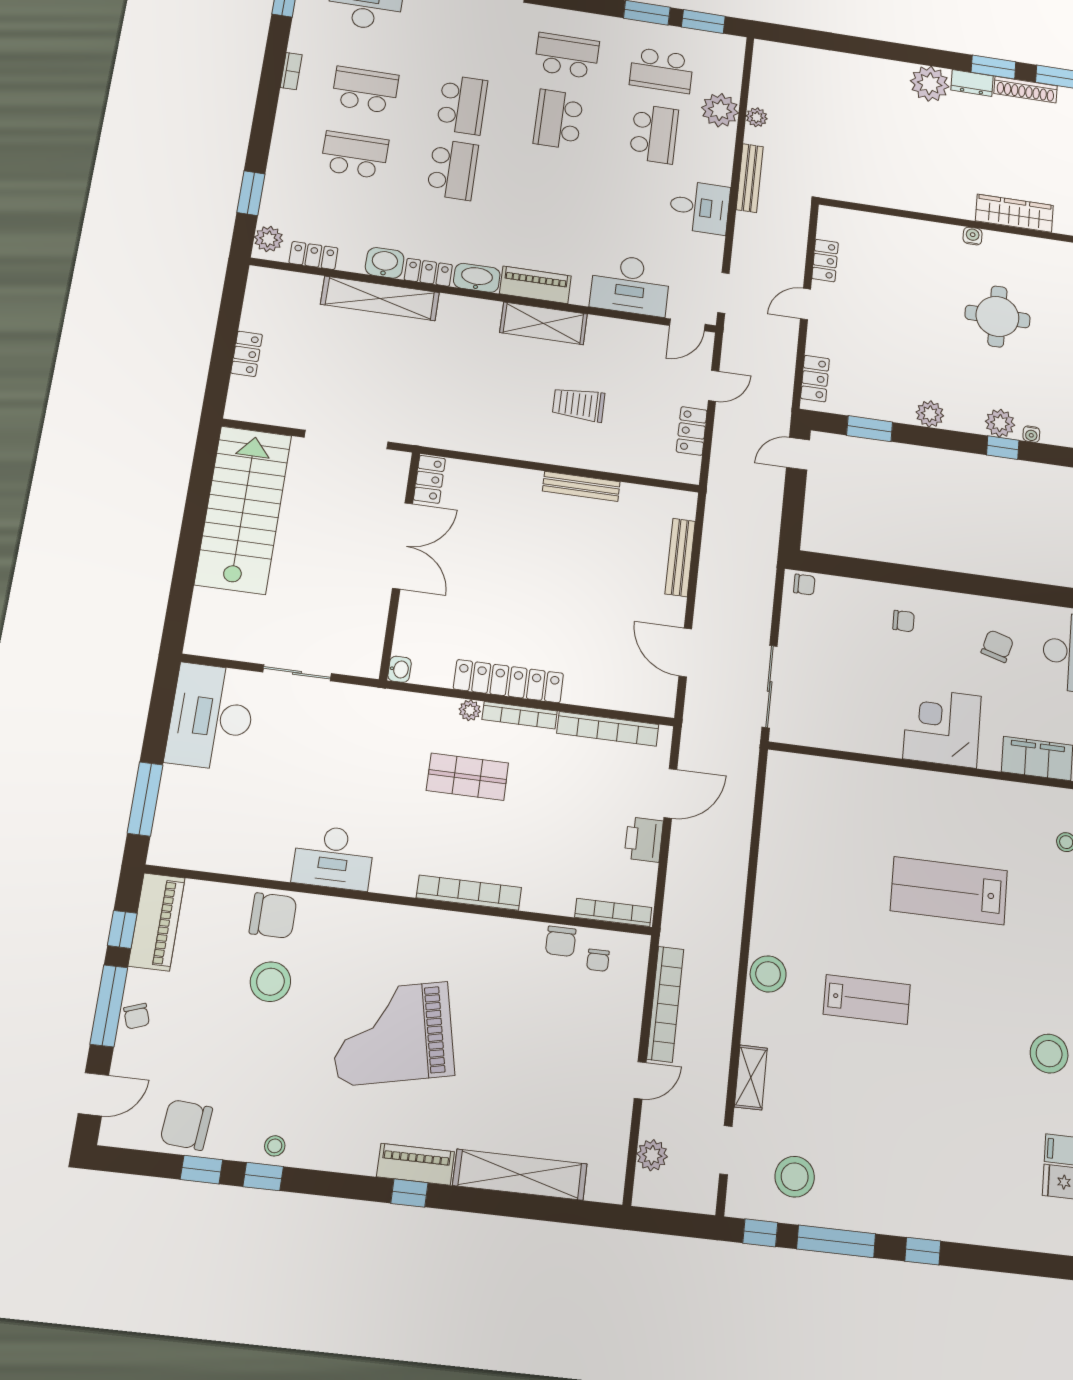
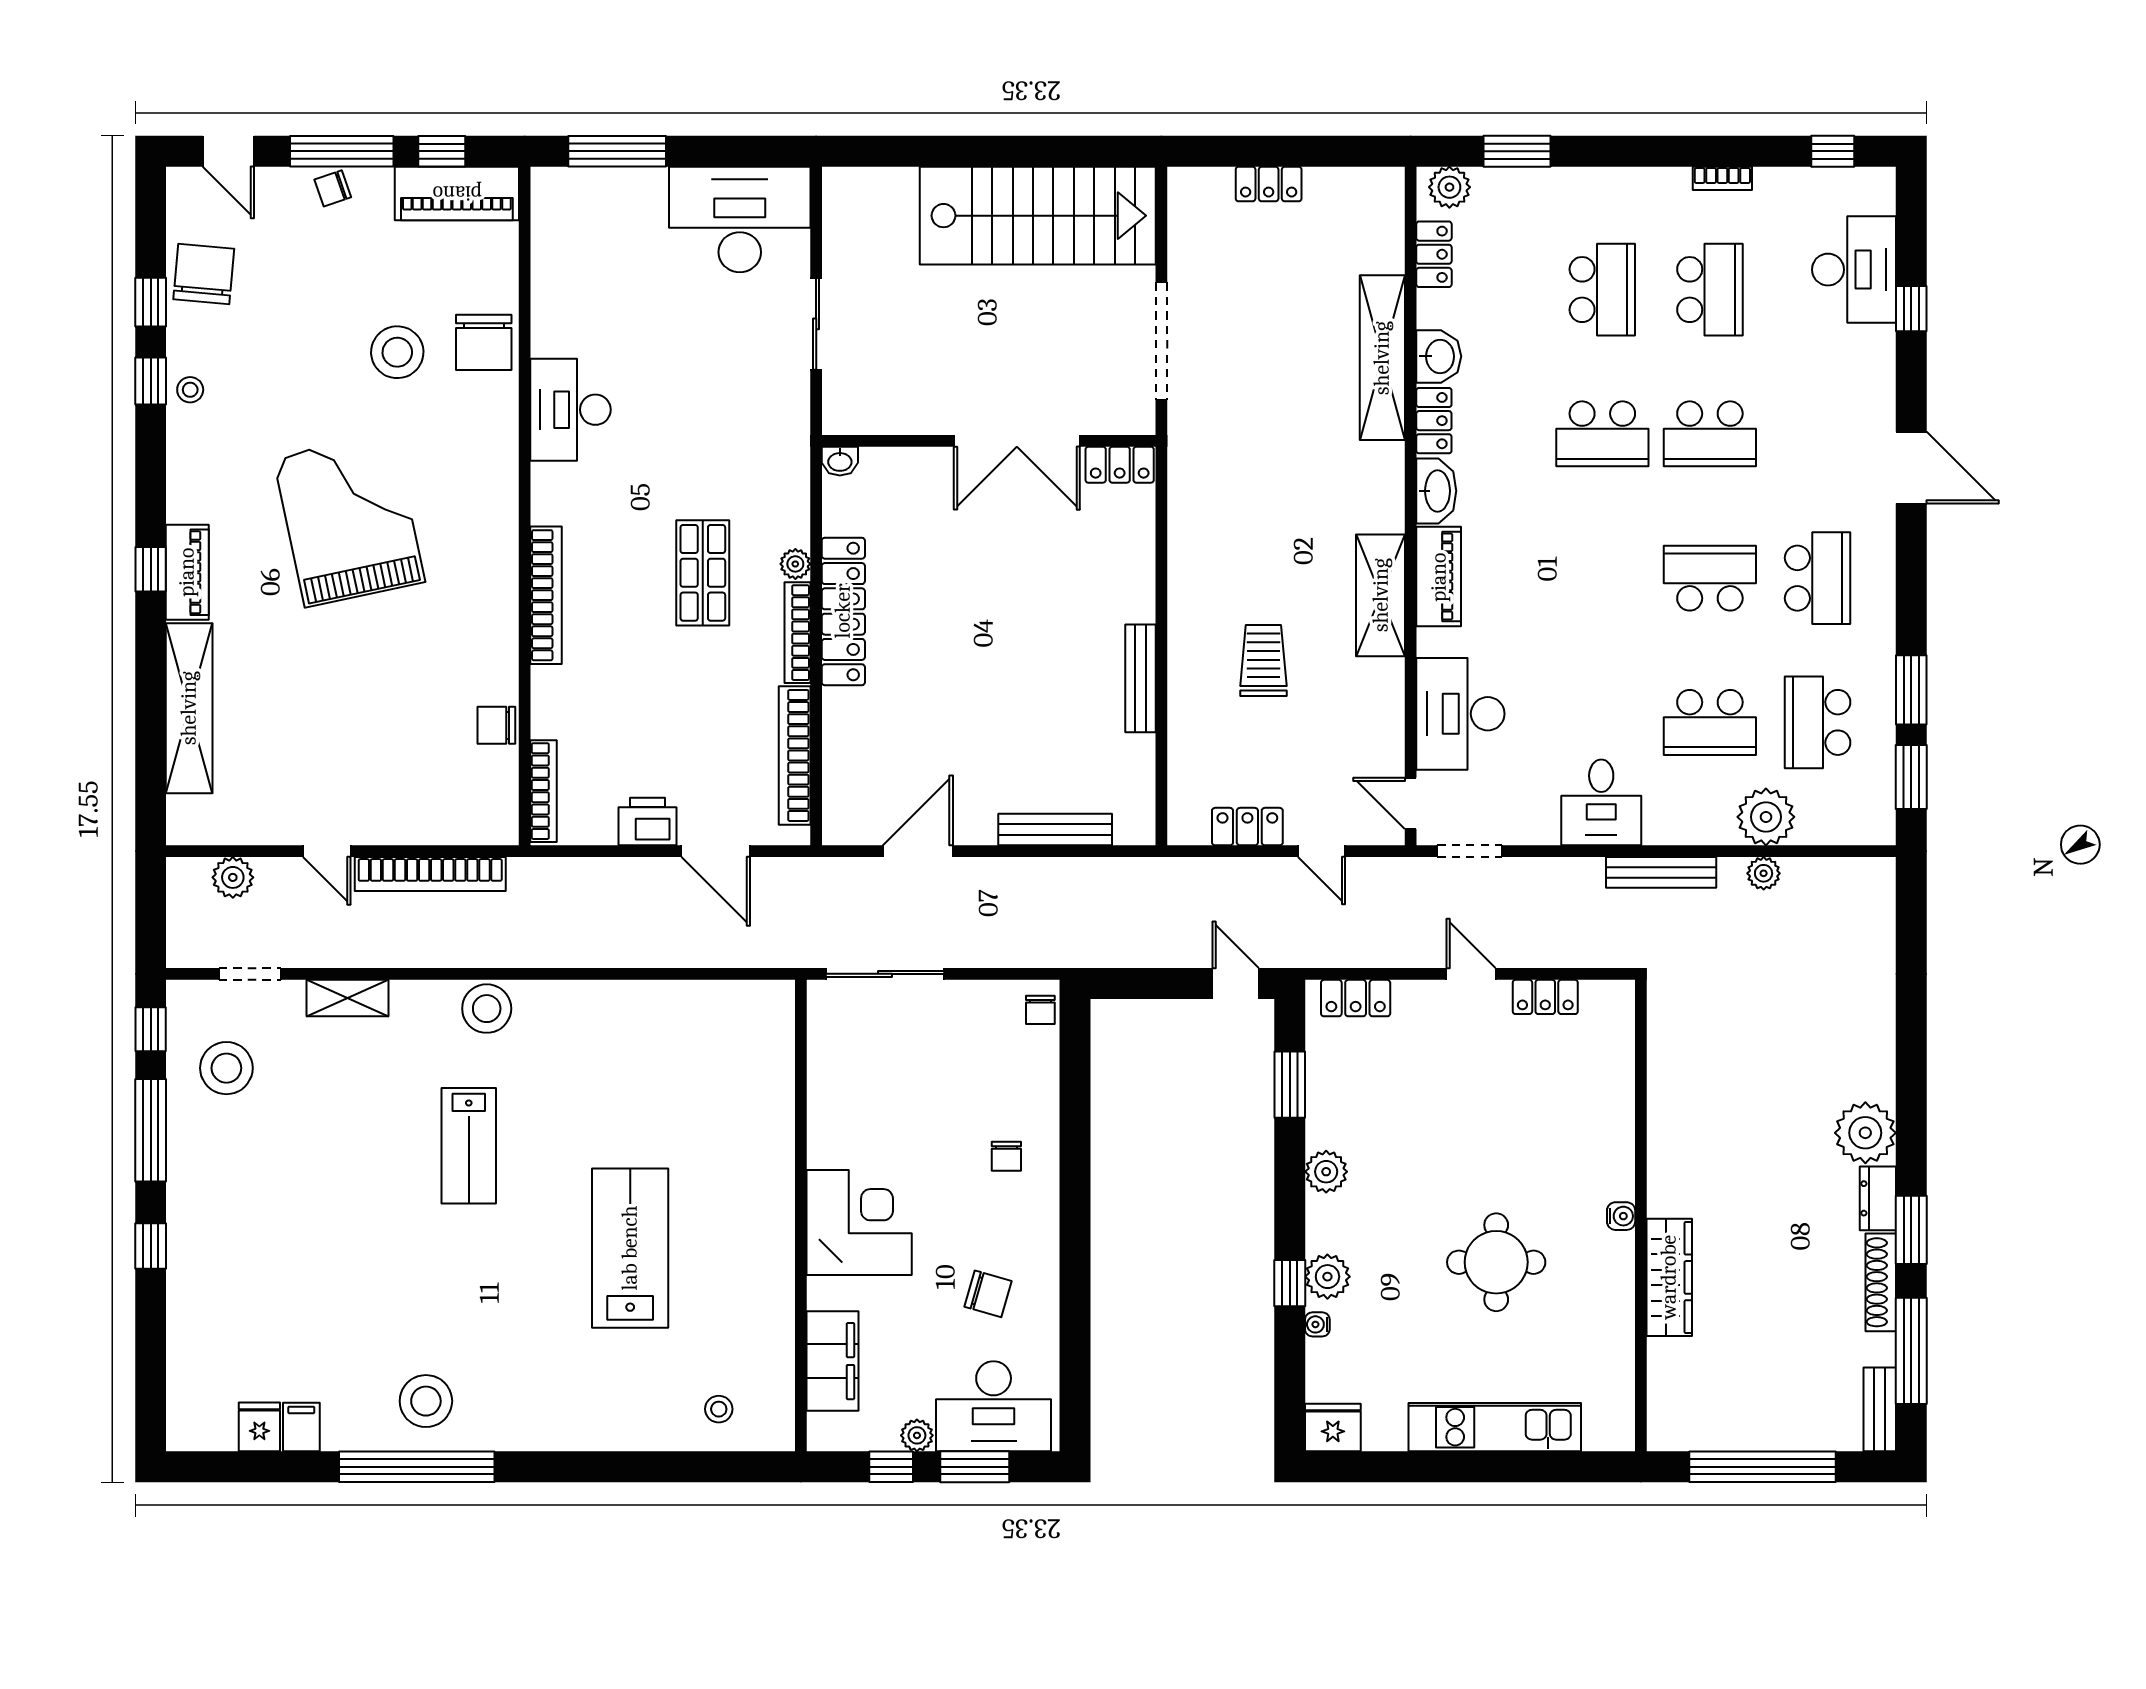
chair: (598, 960) -> (477, 778), removed

